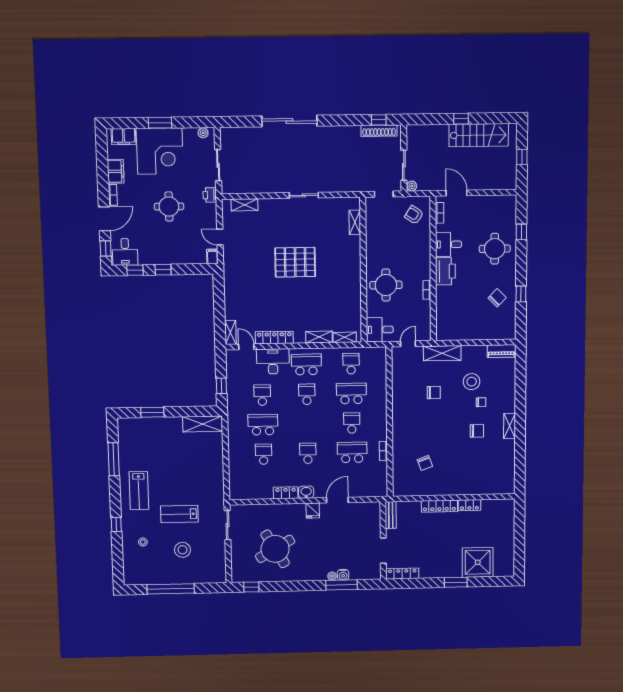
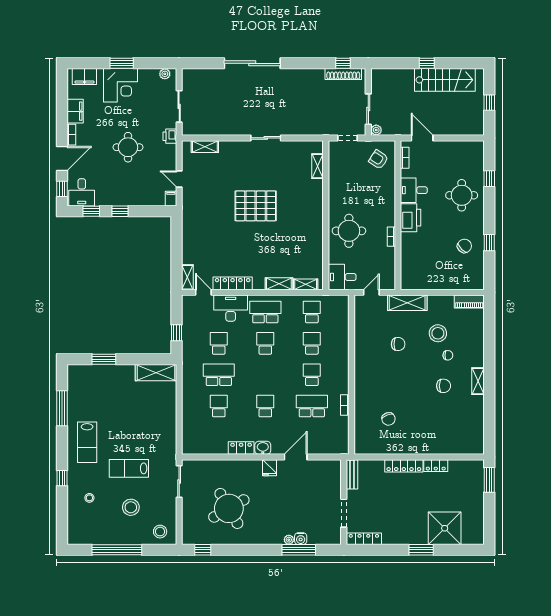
corner desk: (160, 151) -> (120, 85), width x0.74, depth x0.74
school desk: (351, 393) -> (312, 343), width x0.54
window: (520, 517) -> (489, 480), added
stool: (211, 571) -> (160, 532), added

